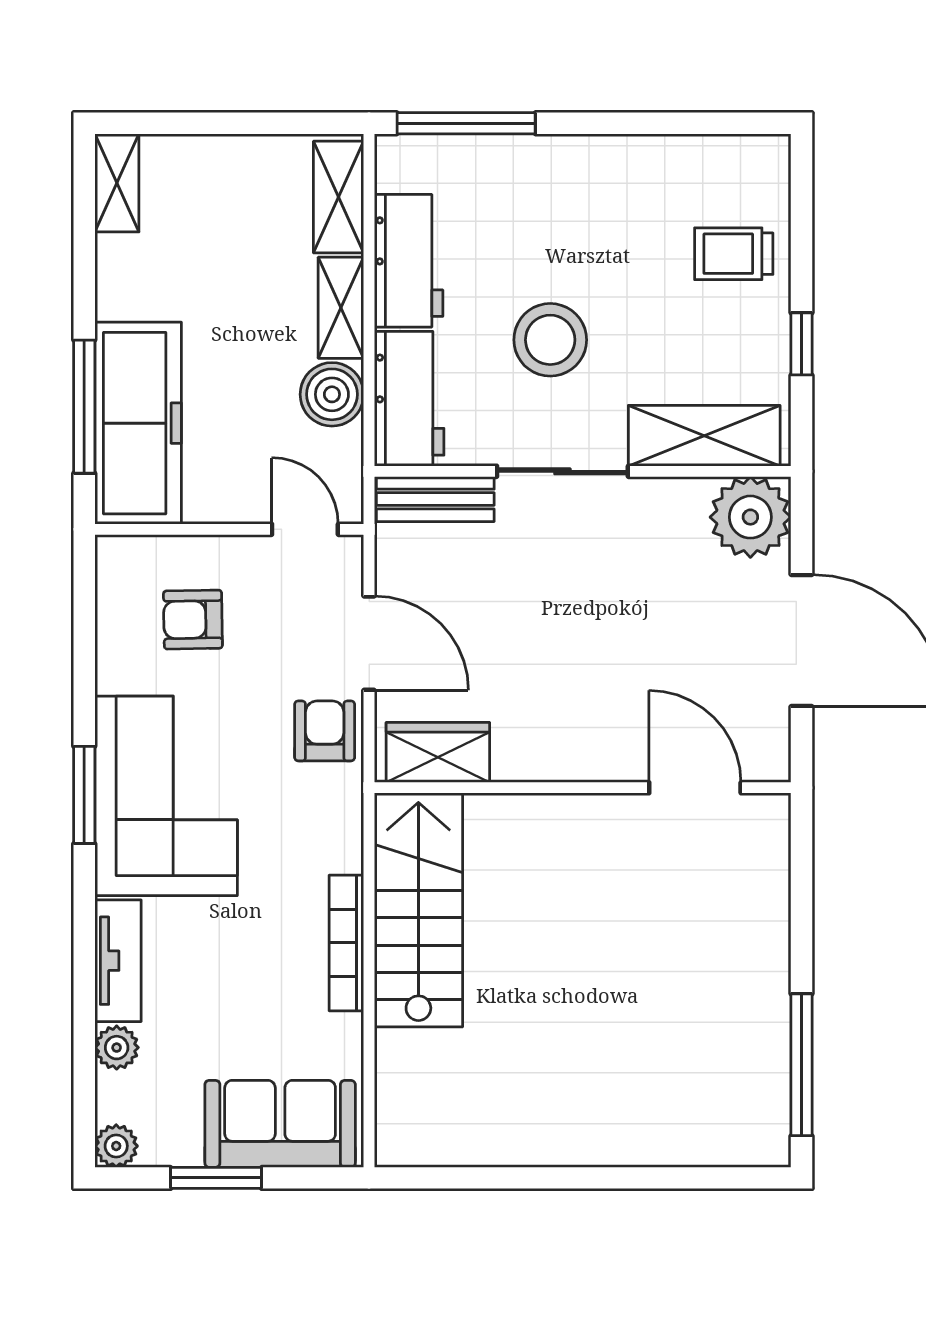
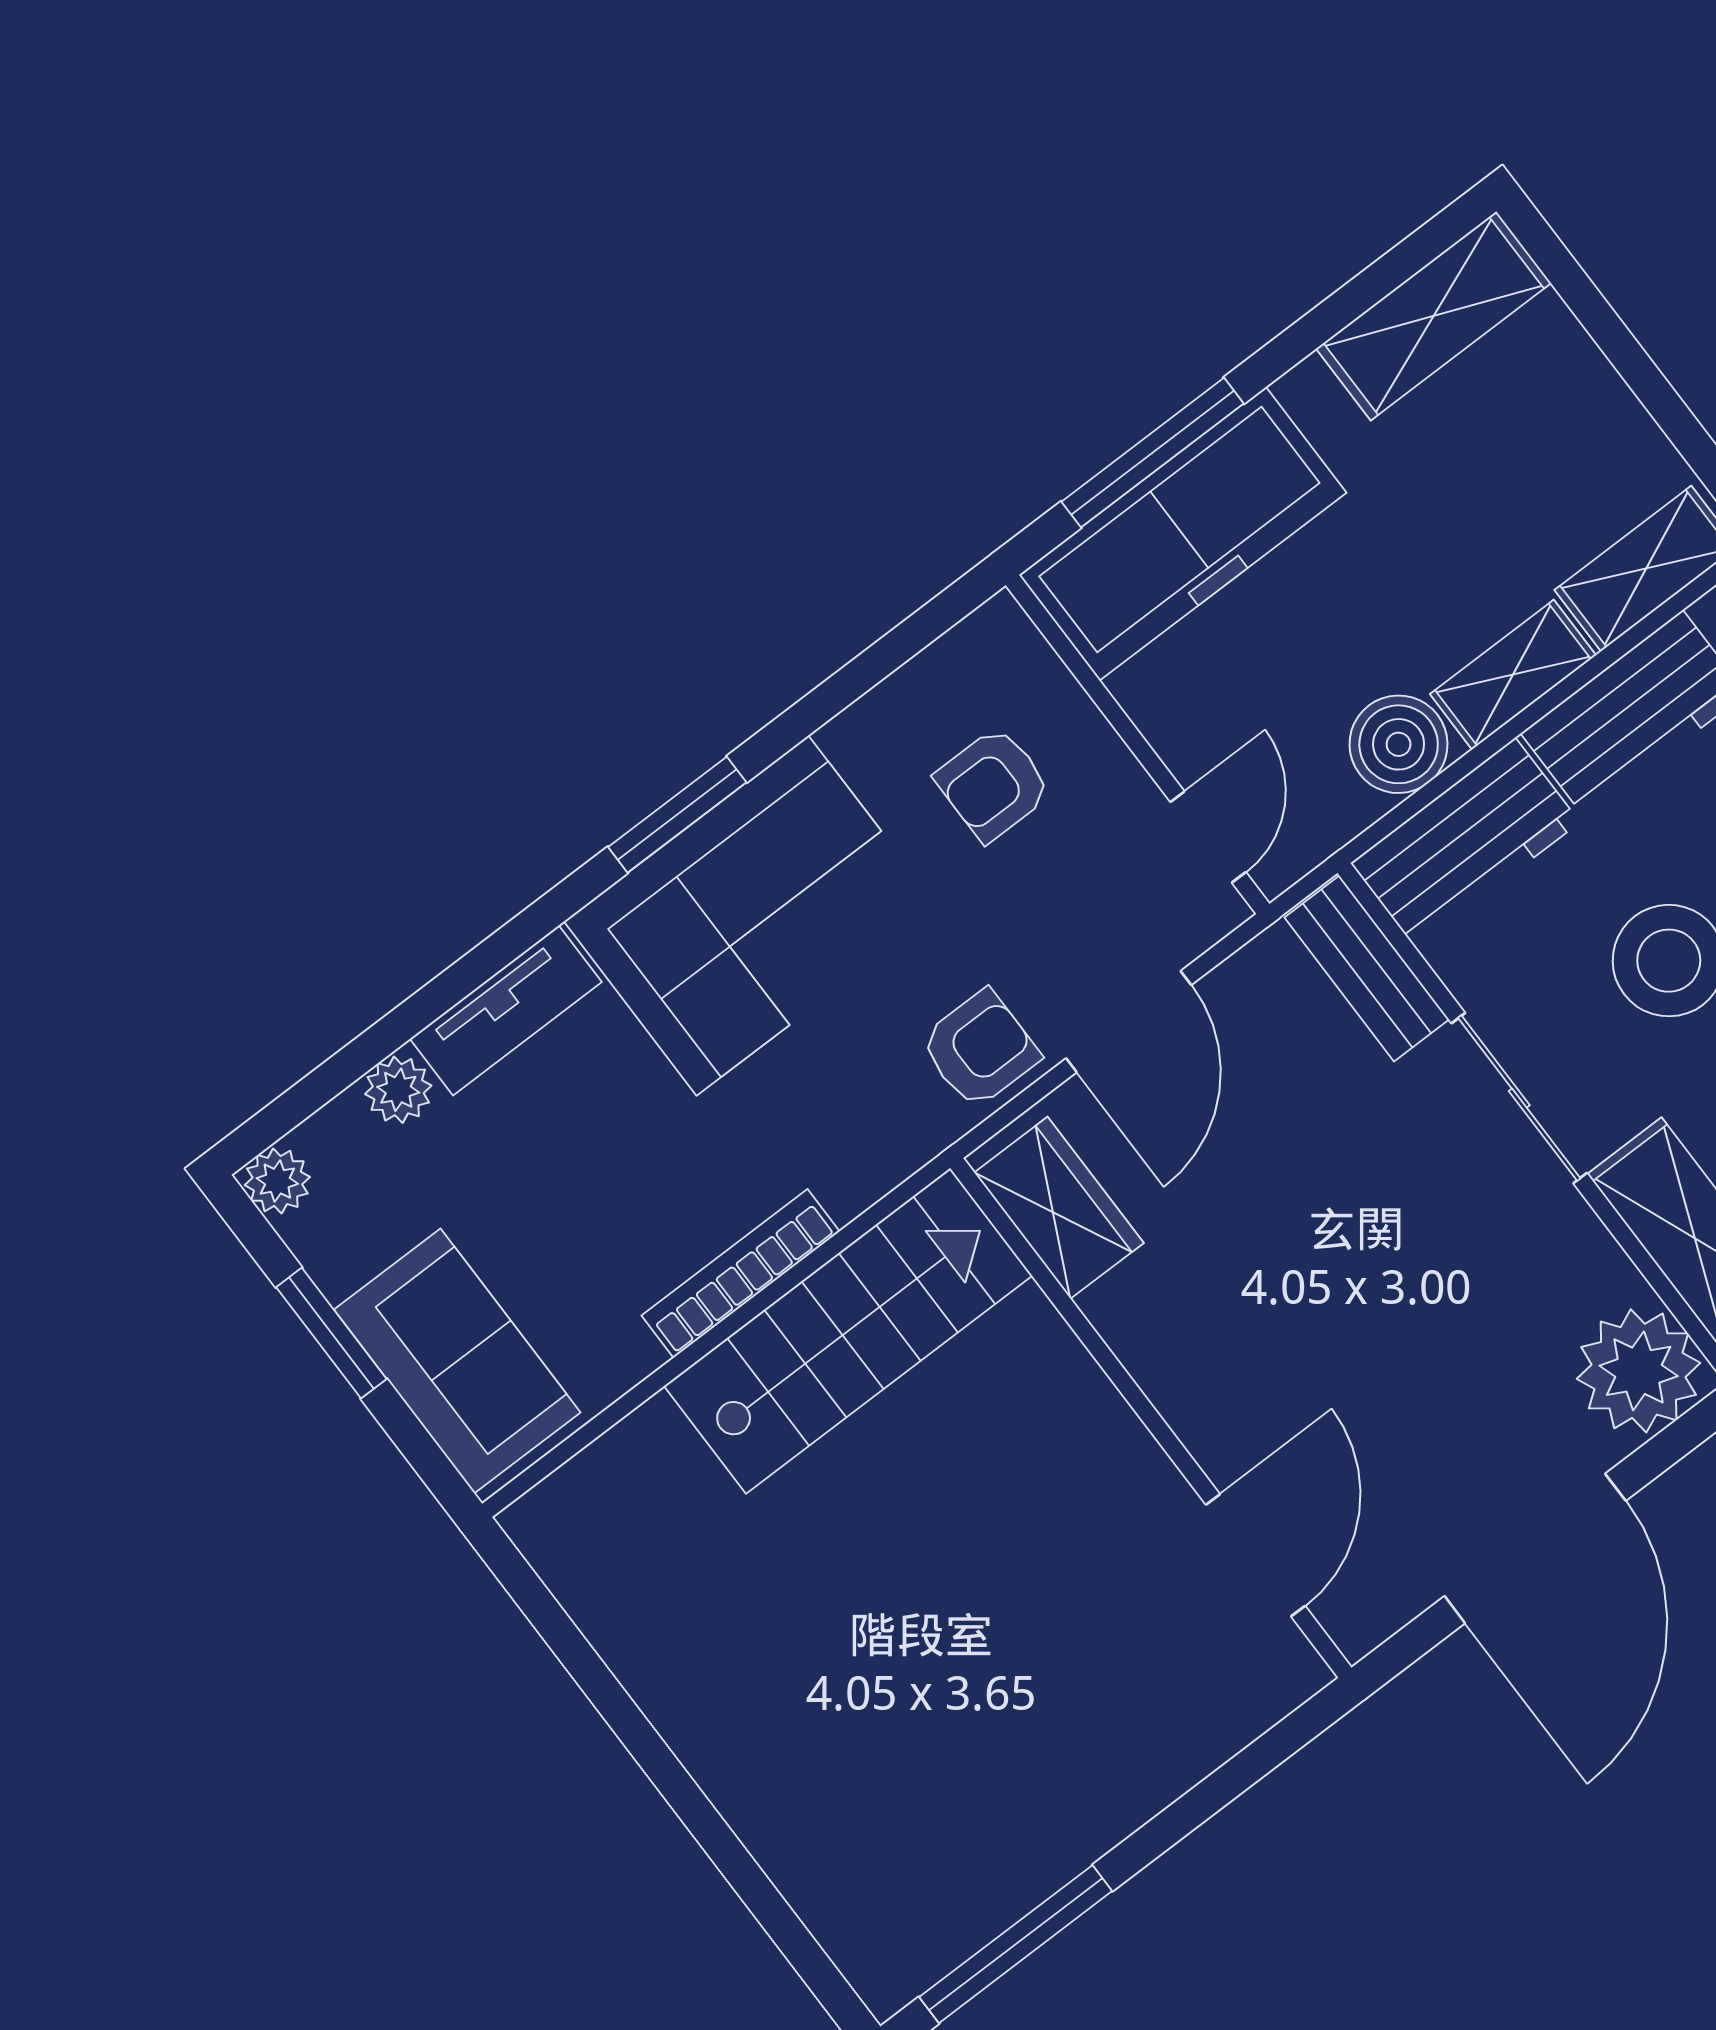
shelving: (117, 183) -> (1434, 316), width x1.50, depth x1.33
armchair: (193, 620) -> (993, 784), turned -89

